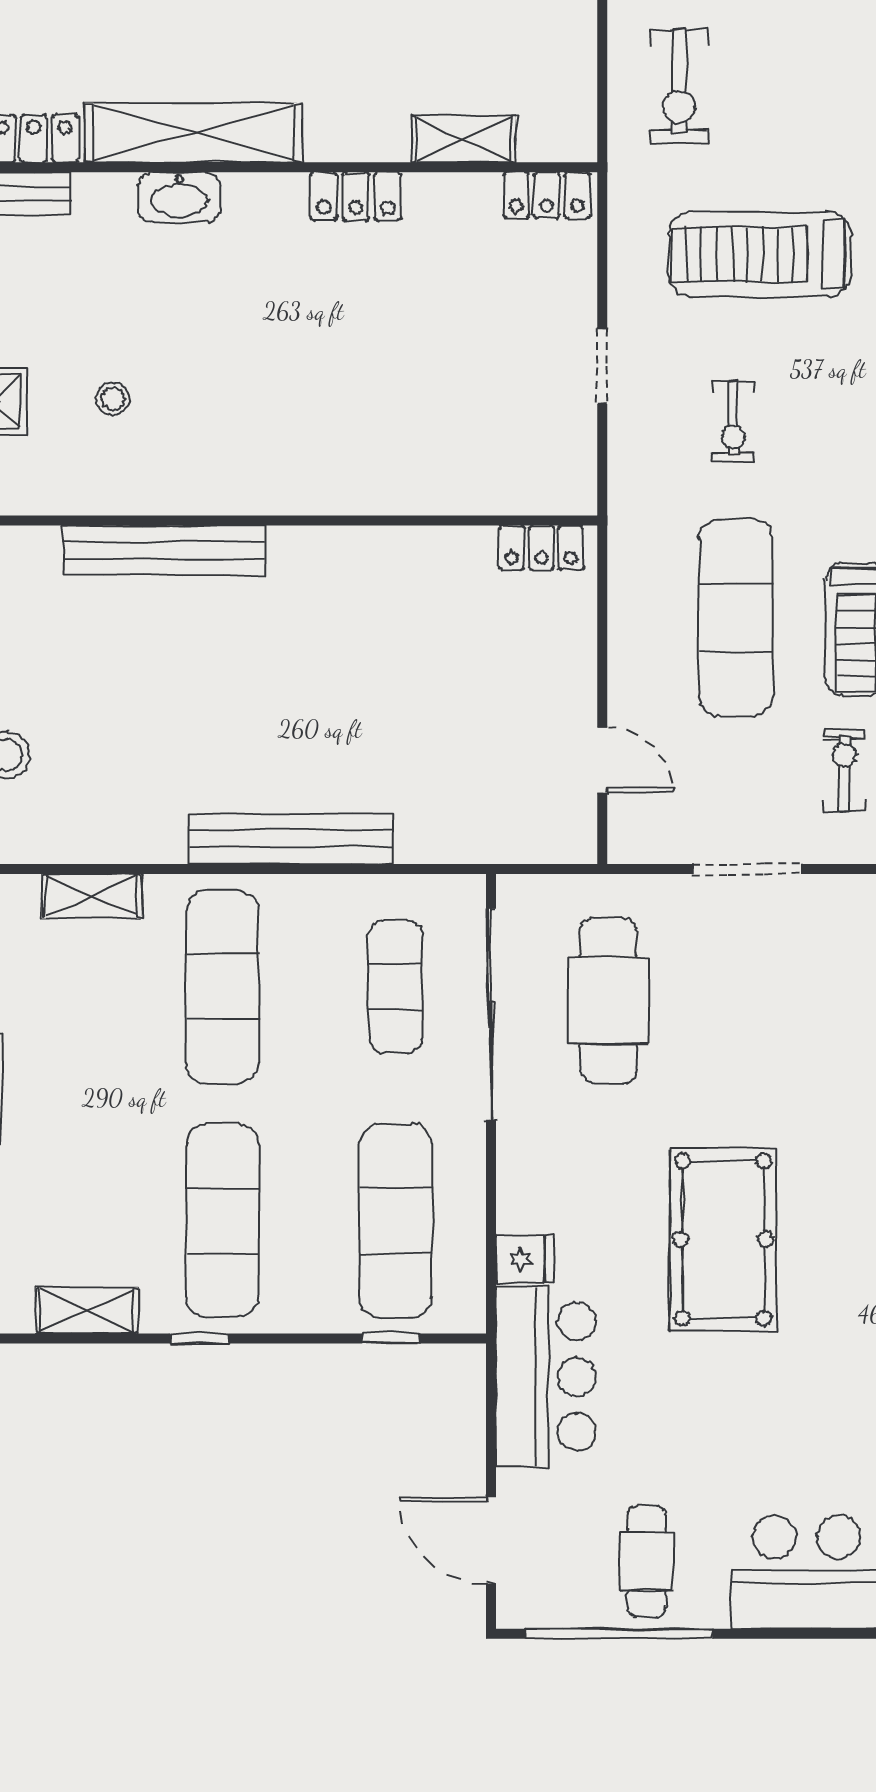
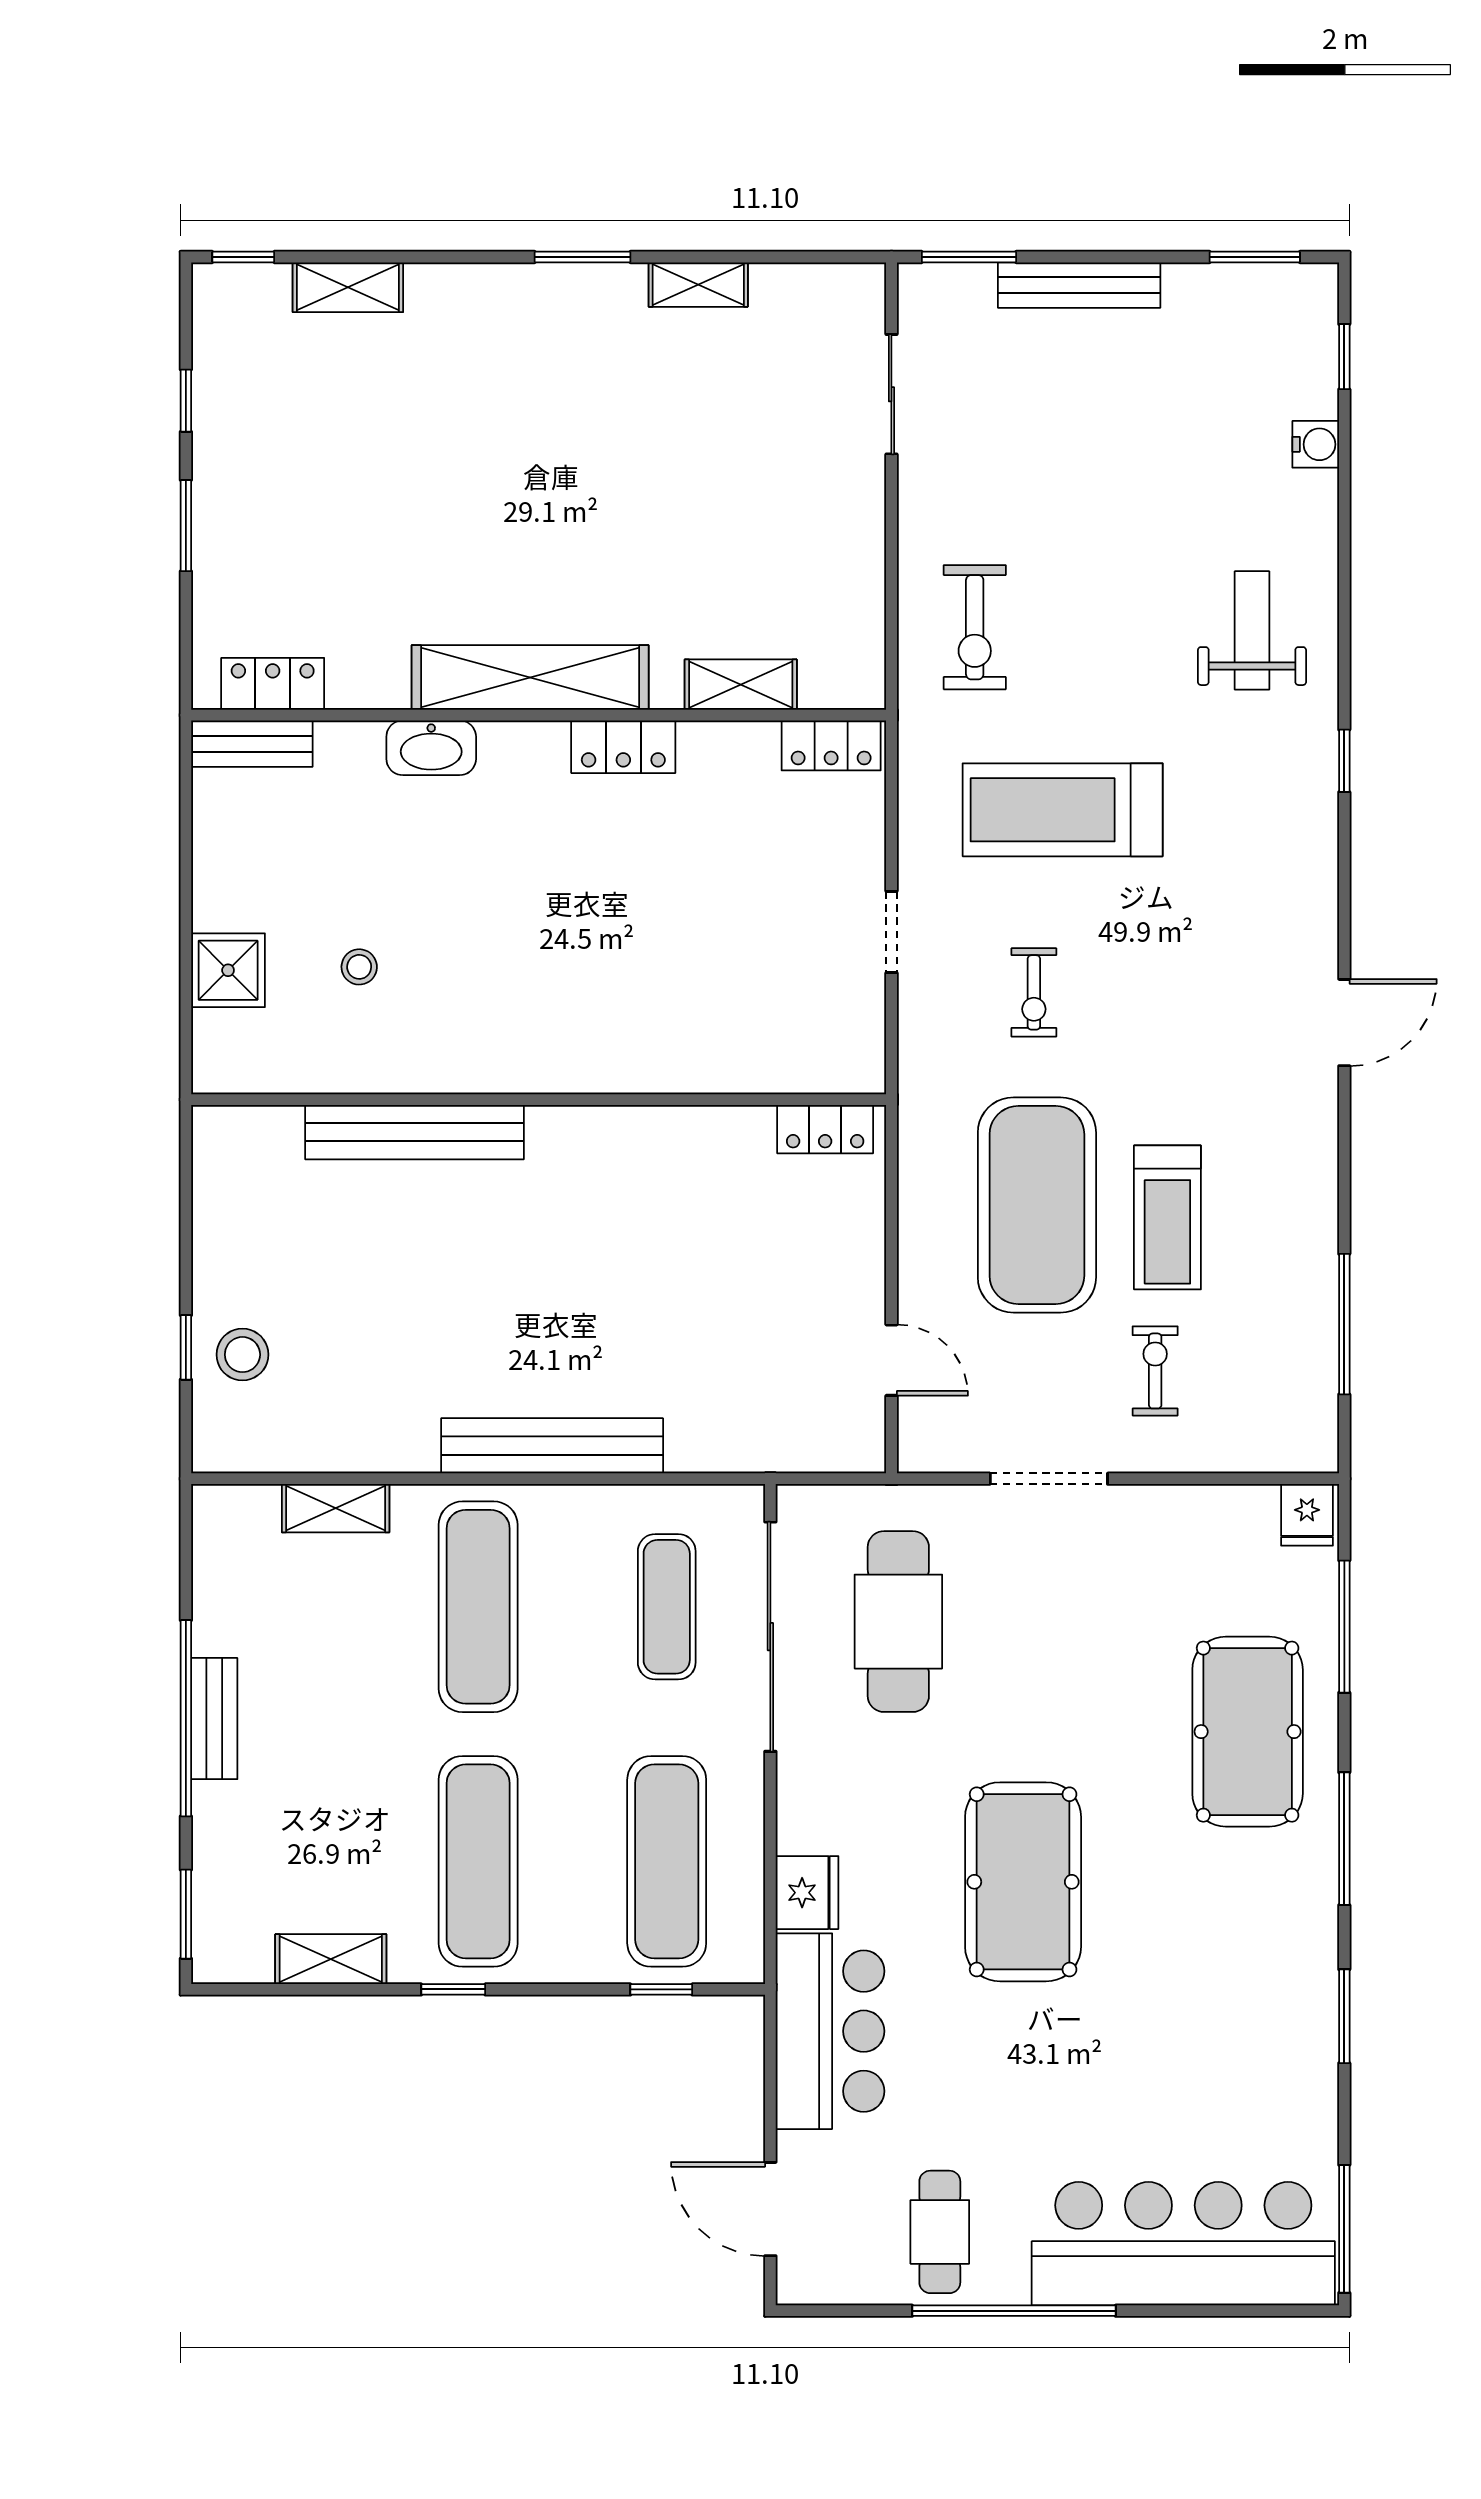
shelving: (194, 133) -> (530, 678), moved
exercise mat: (736, 617) -> (1037, 1205), width x1.47
fridge: (525, 1259) -> (807, 1893), width x1.38
window: (619, 1634) -> (1014, 2311), moved

